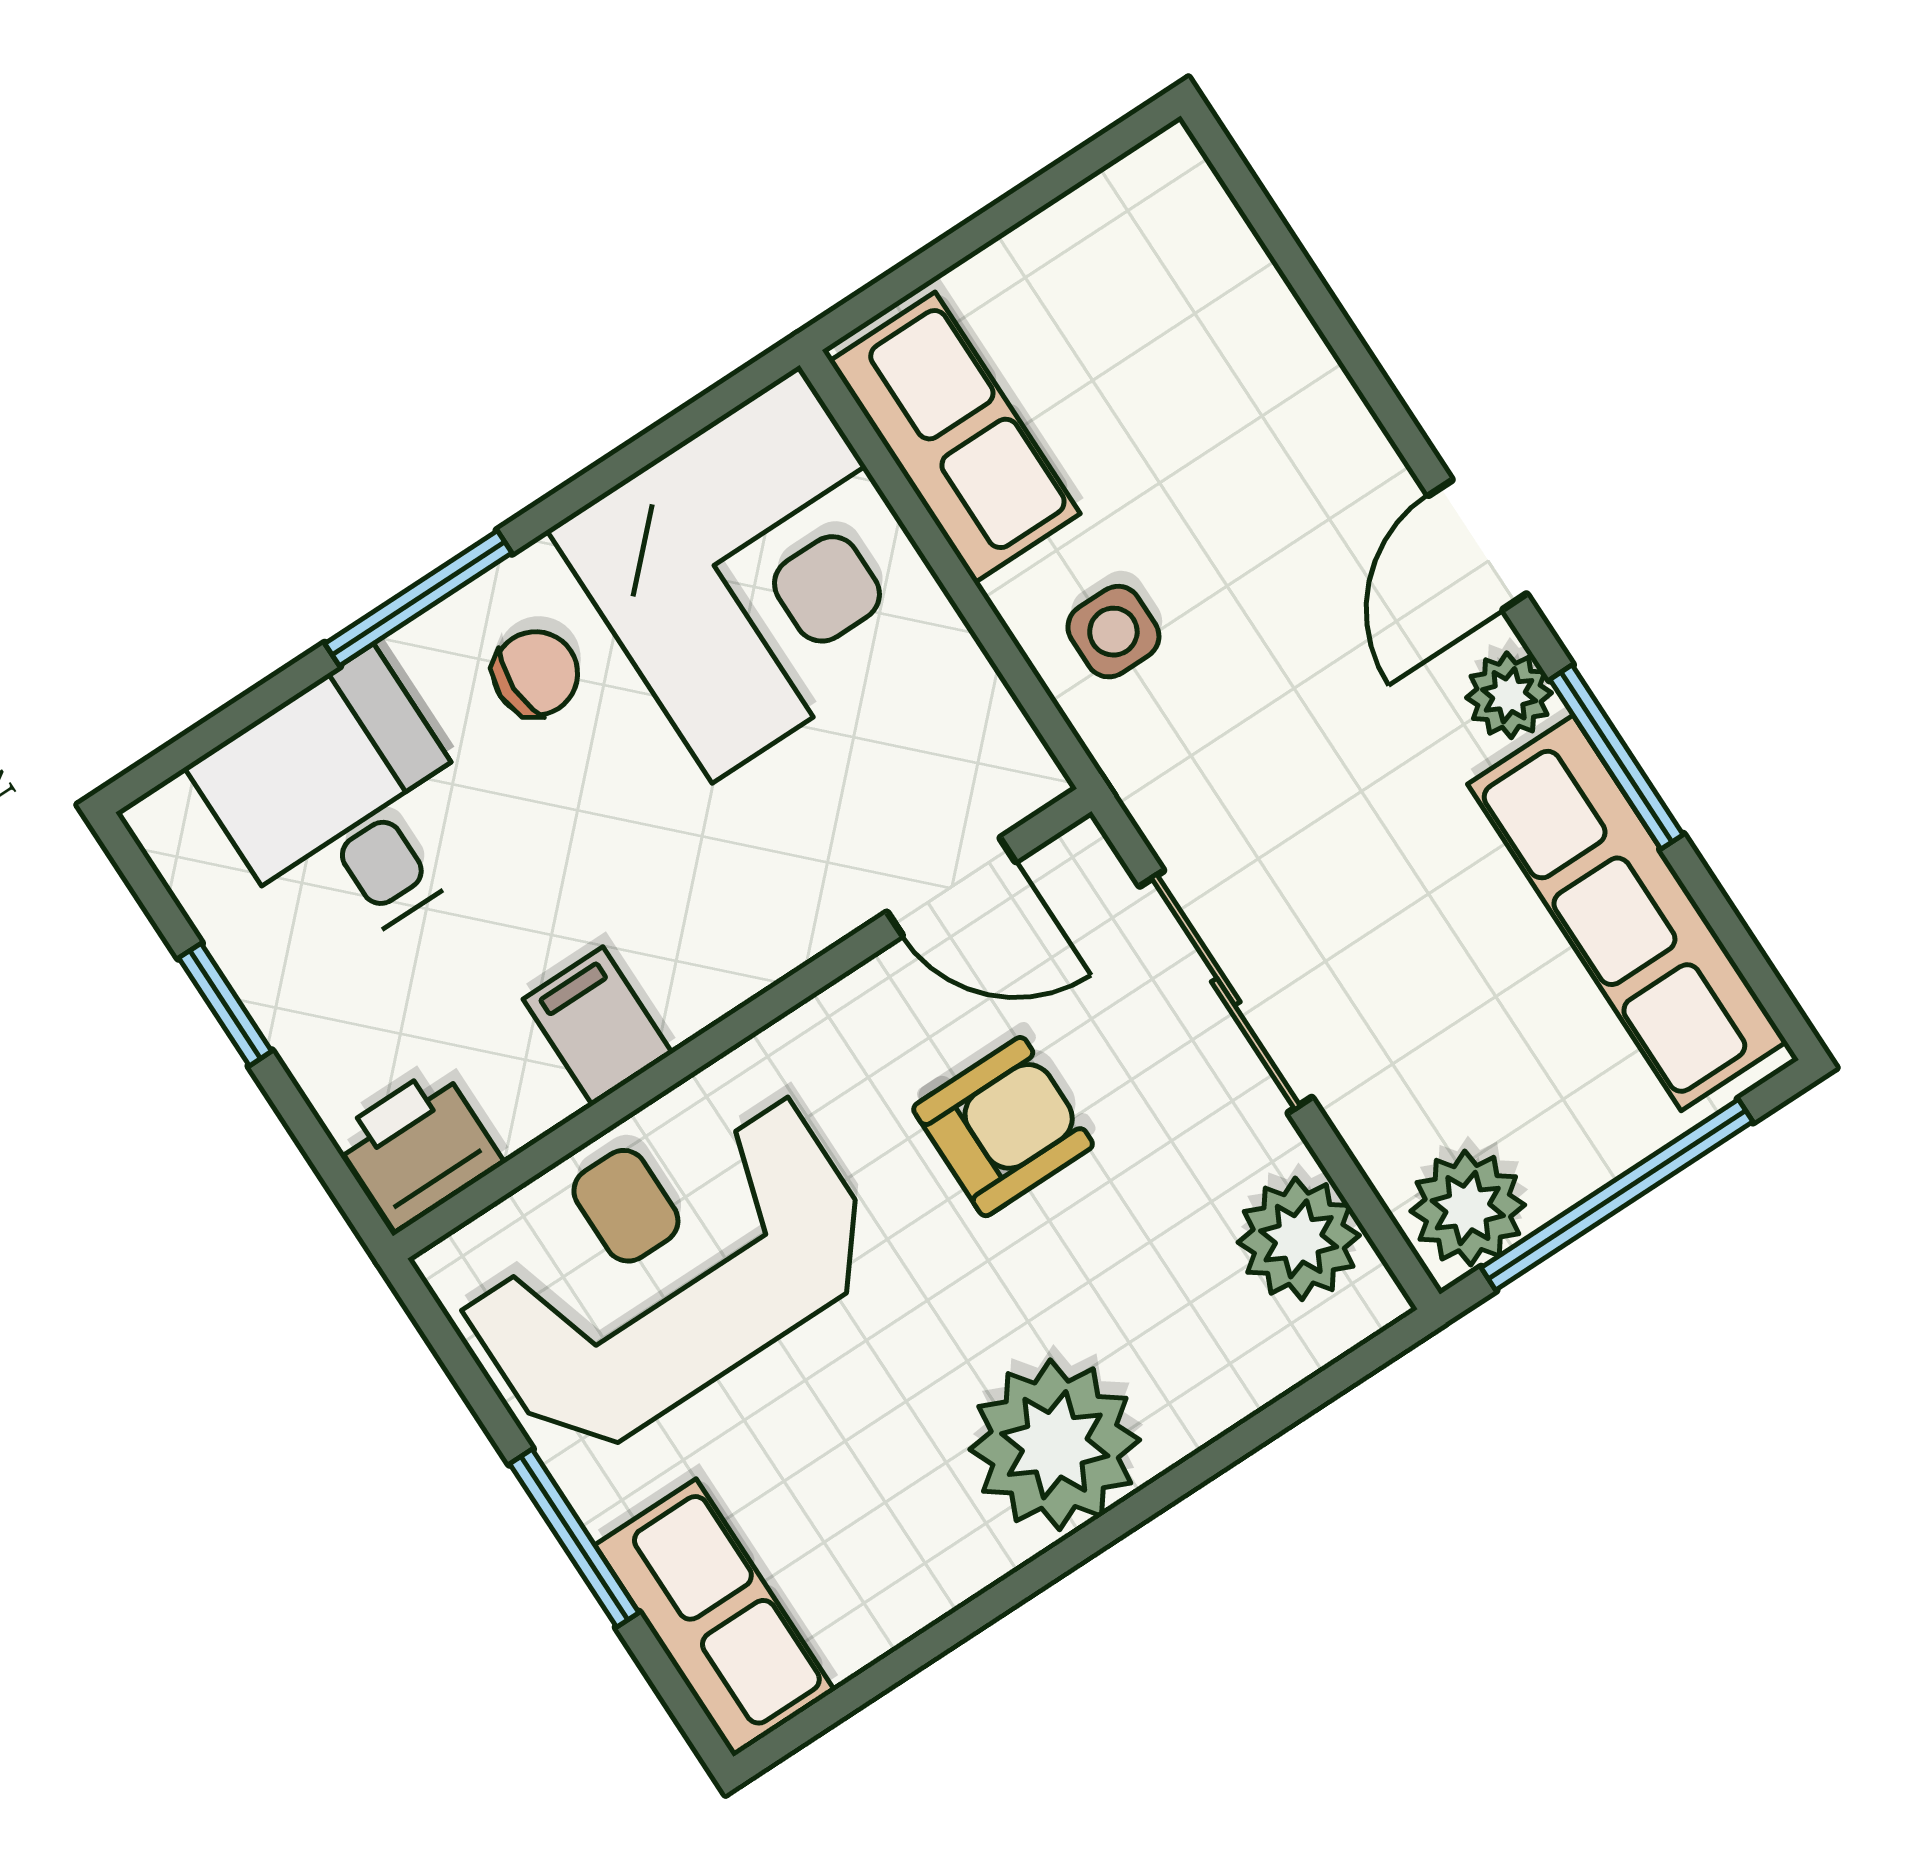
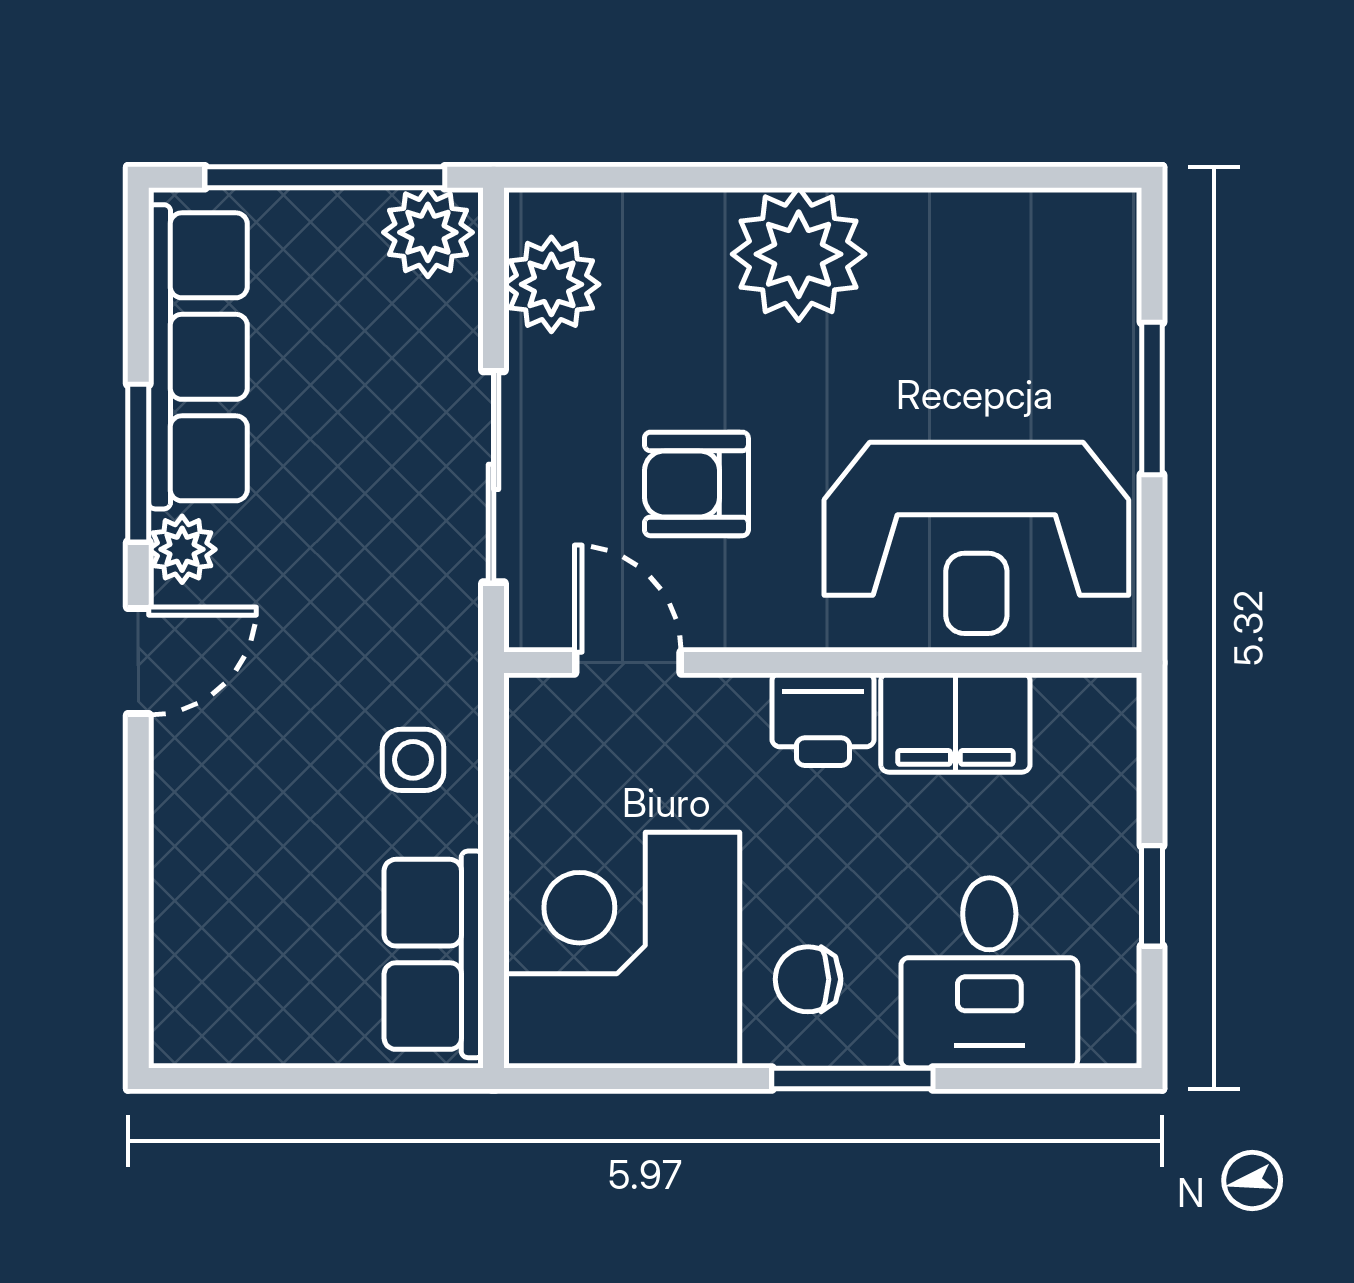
filing cabinet: (598, 1026) -> (955, 723), width x2.00
printer: (418, 1149) -> (823, 719), moved
row of seats: (715, 1618) -> (1094, 286), removed

